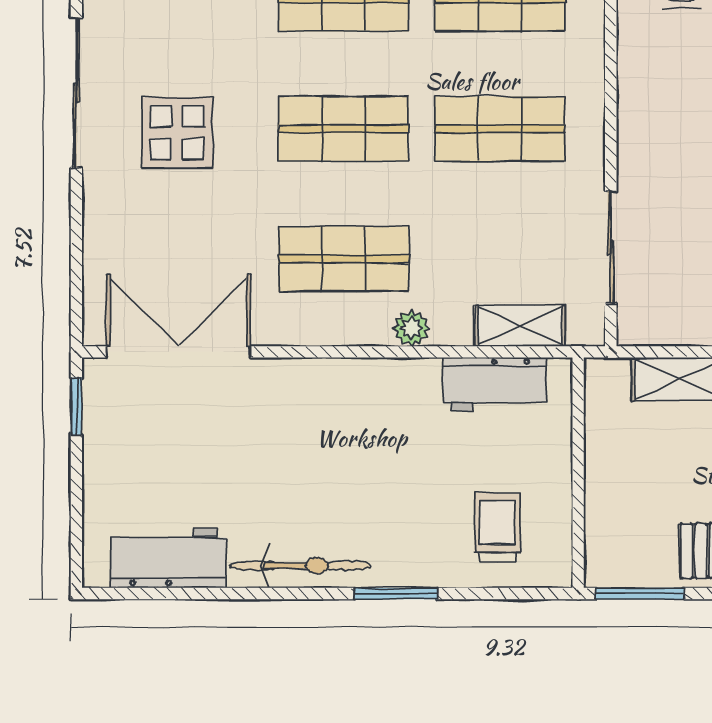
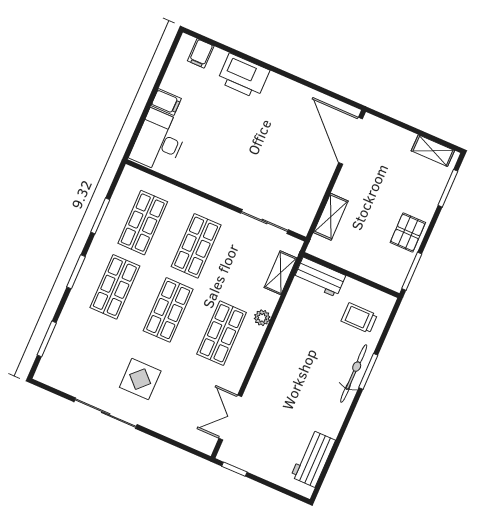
double door: (179, 352) -> (230, 417), width x0.73
workbench: (495, 384) -> (320, 277), moved, turned 90
bicycle: (300, 566) -> (354, 374), moved

